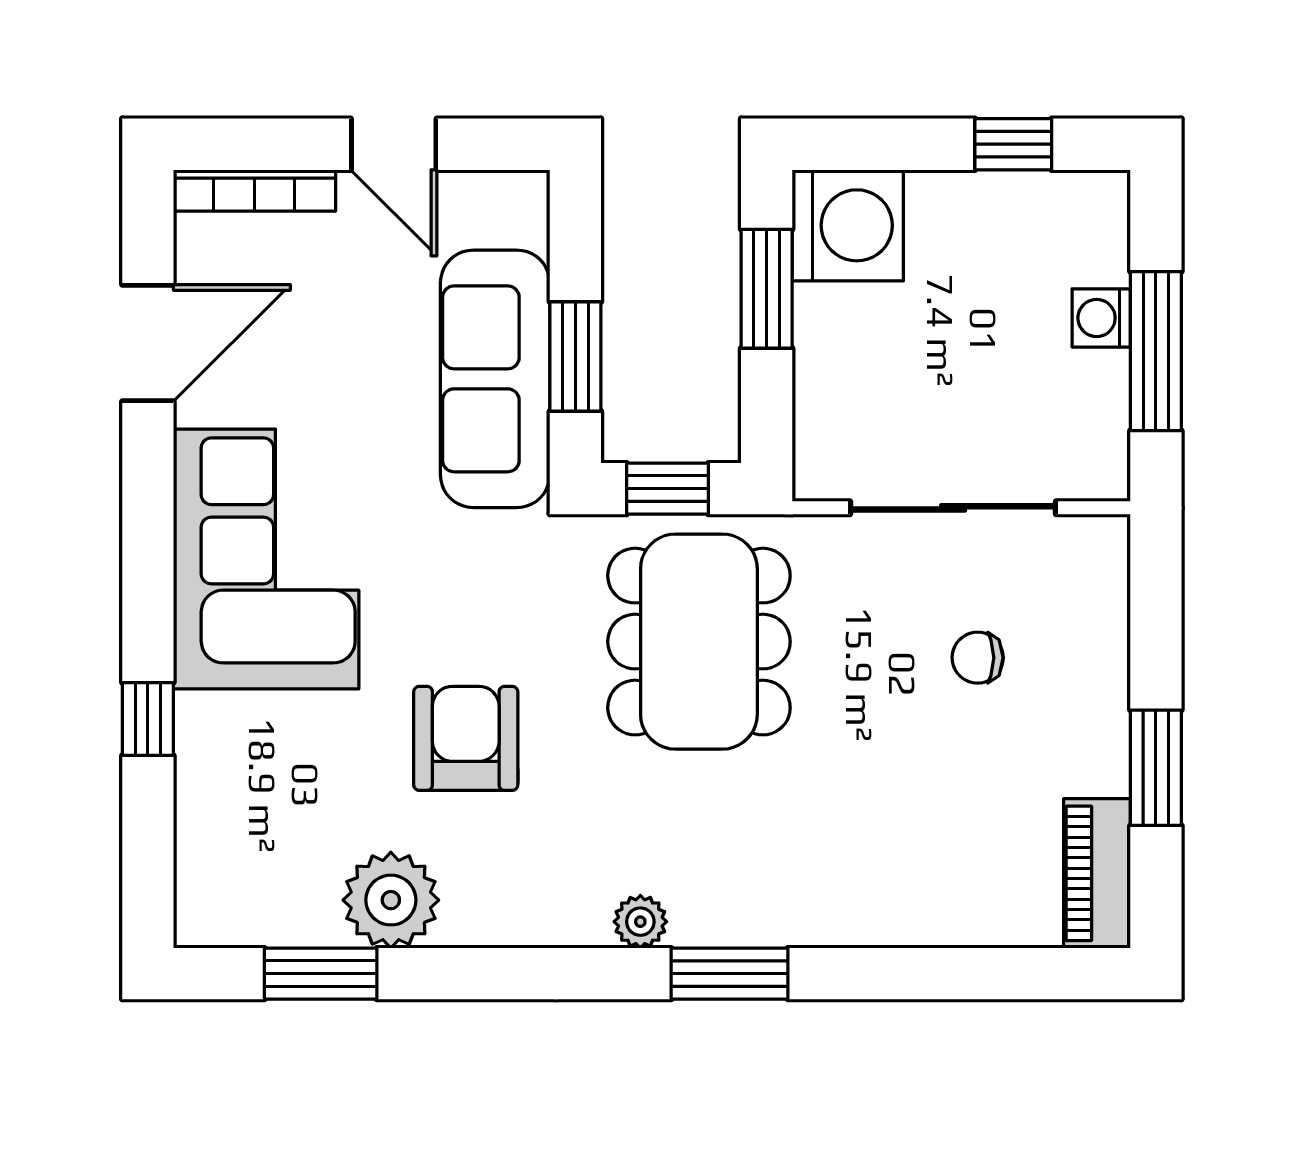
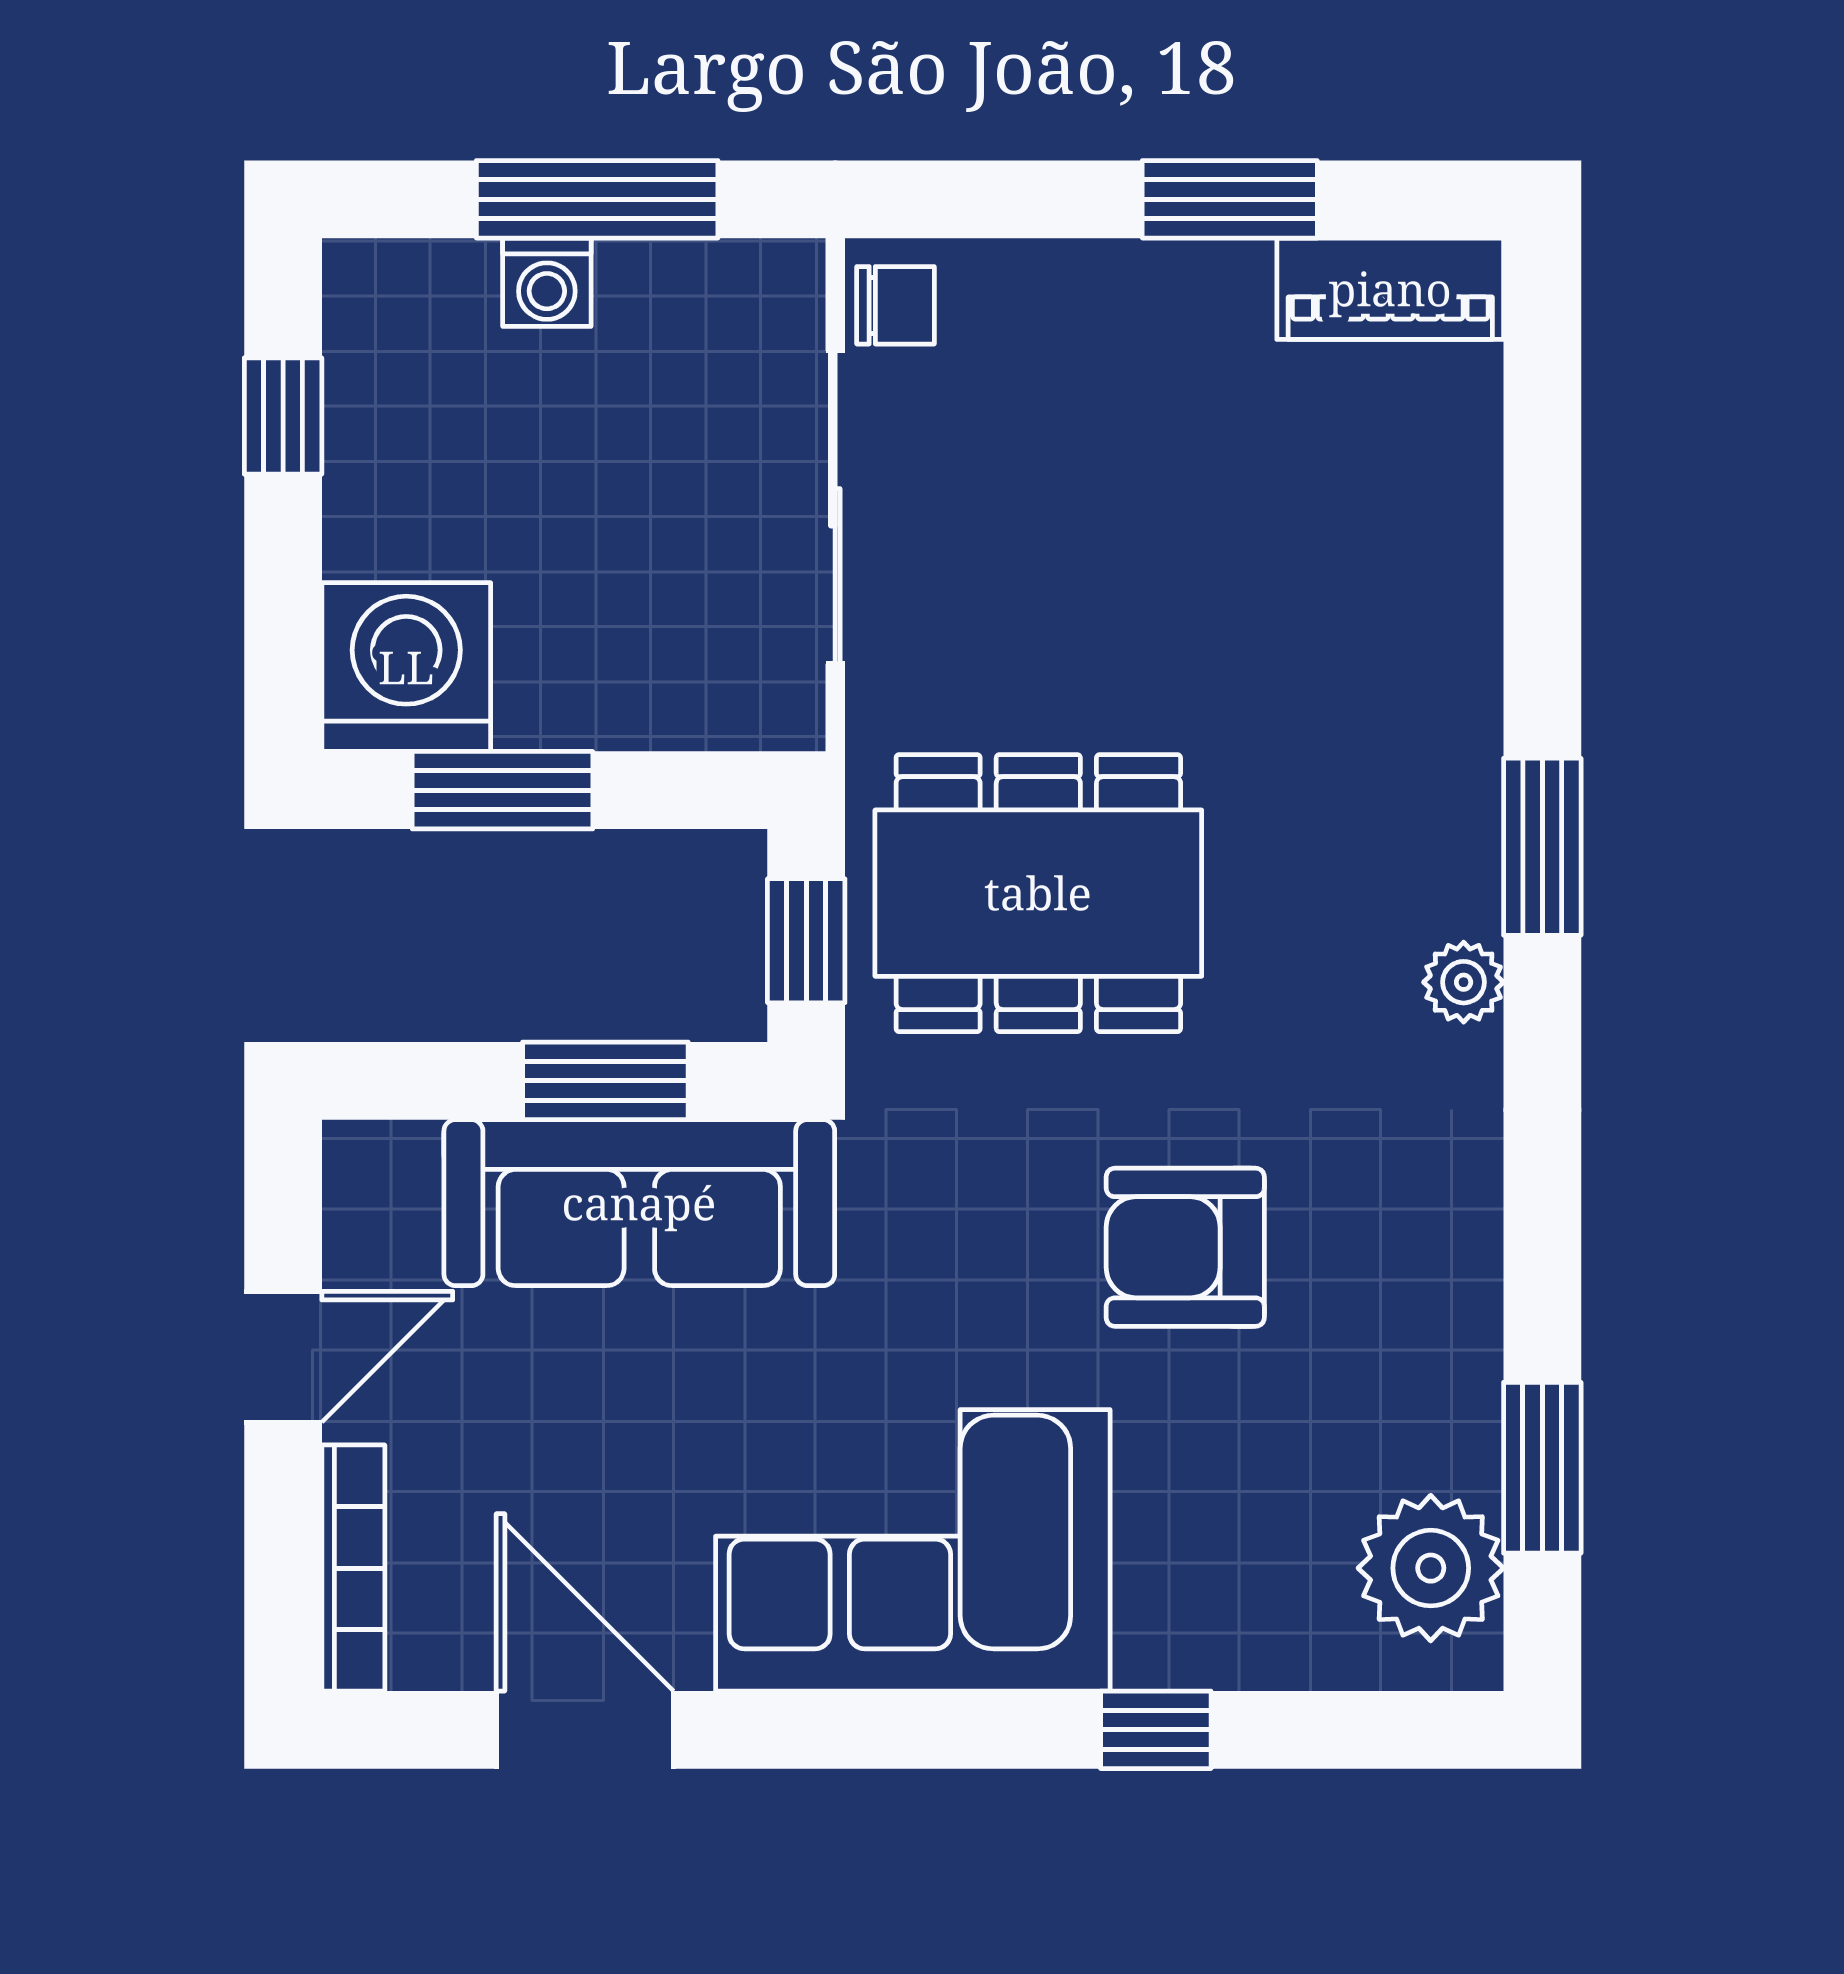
chair: (978, 658) -> (896, 305), moved, turned -90
plant: (391, 900) -> (1431, 1568), moved

